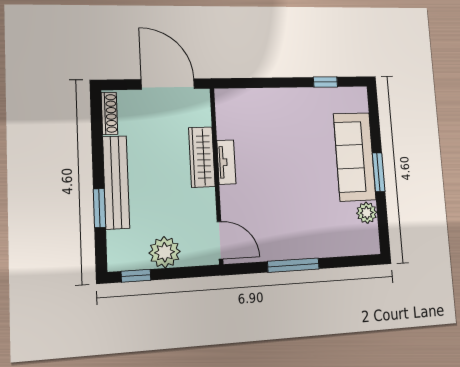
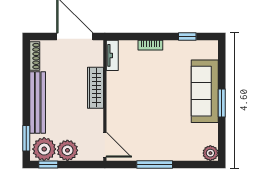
bookcase: (276, 95) -> (150, 45), added
tv unit: (226, 162) -> (112, 55), moved
window: (99, 208) -> (26, 138), moved
plant: (367, 213) -> (210, 153), moved
plant: (129, 252) -> (44, 149), added

